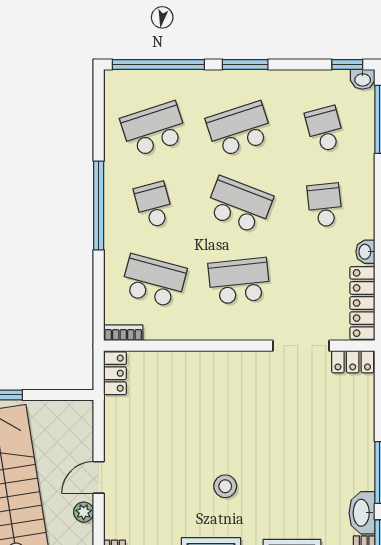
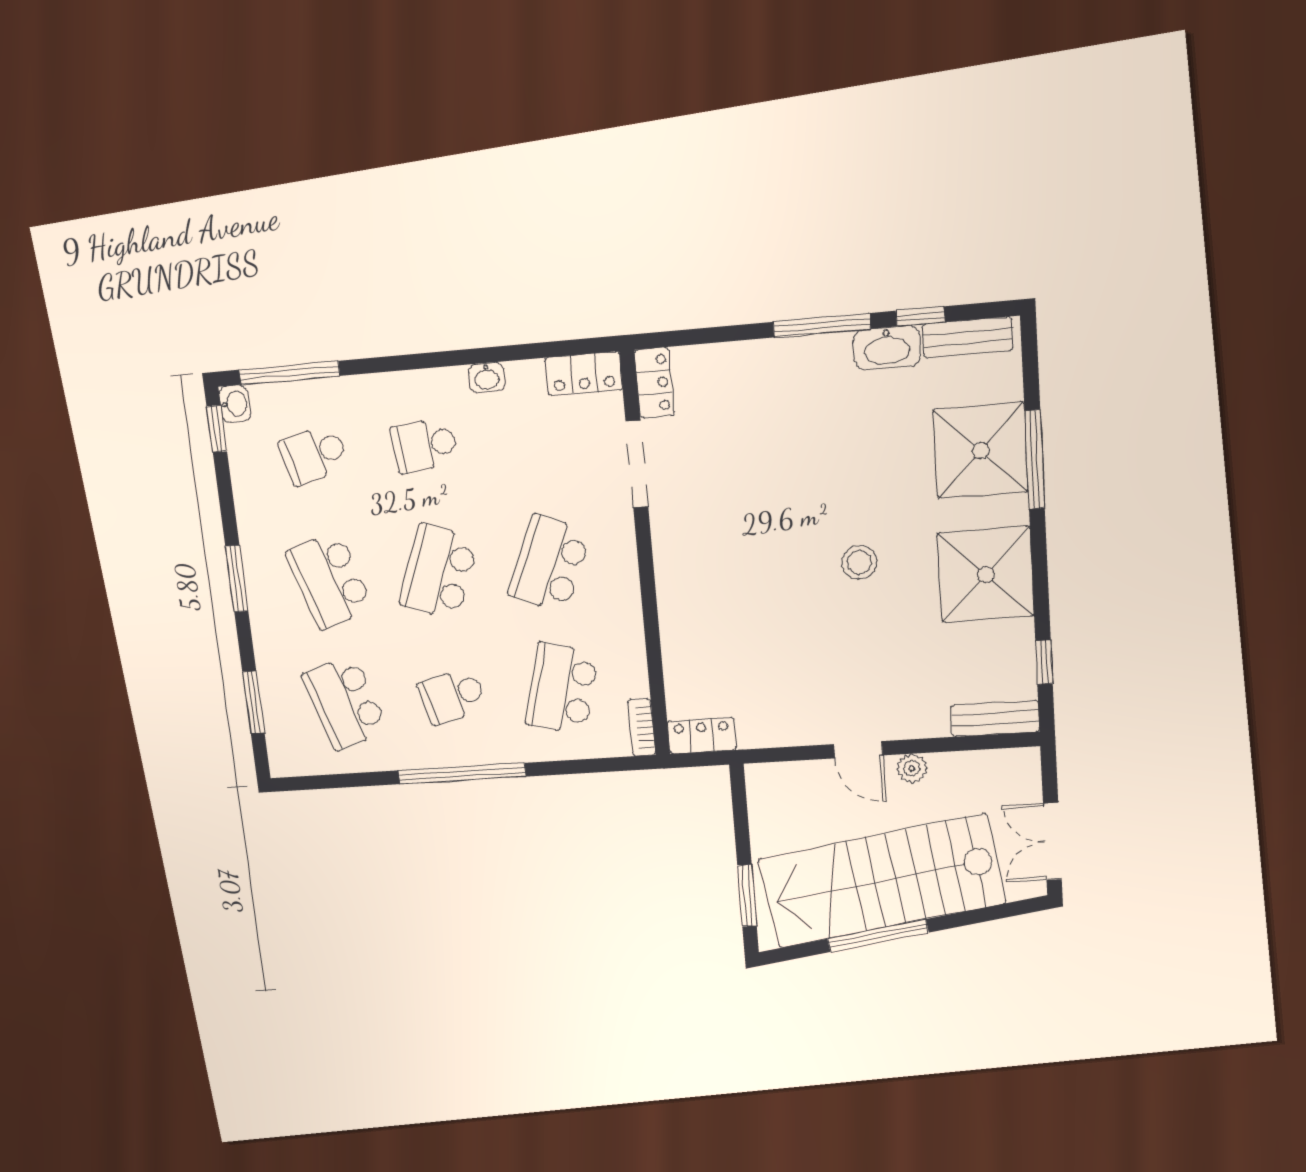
window: (158, 65) -> (254, 702), width x0.47
school desk: (239, 281) -> (549, 564), turned 30
locker: (362, 303) -> (584, 374), width x0.66

